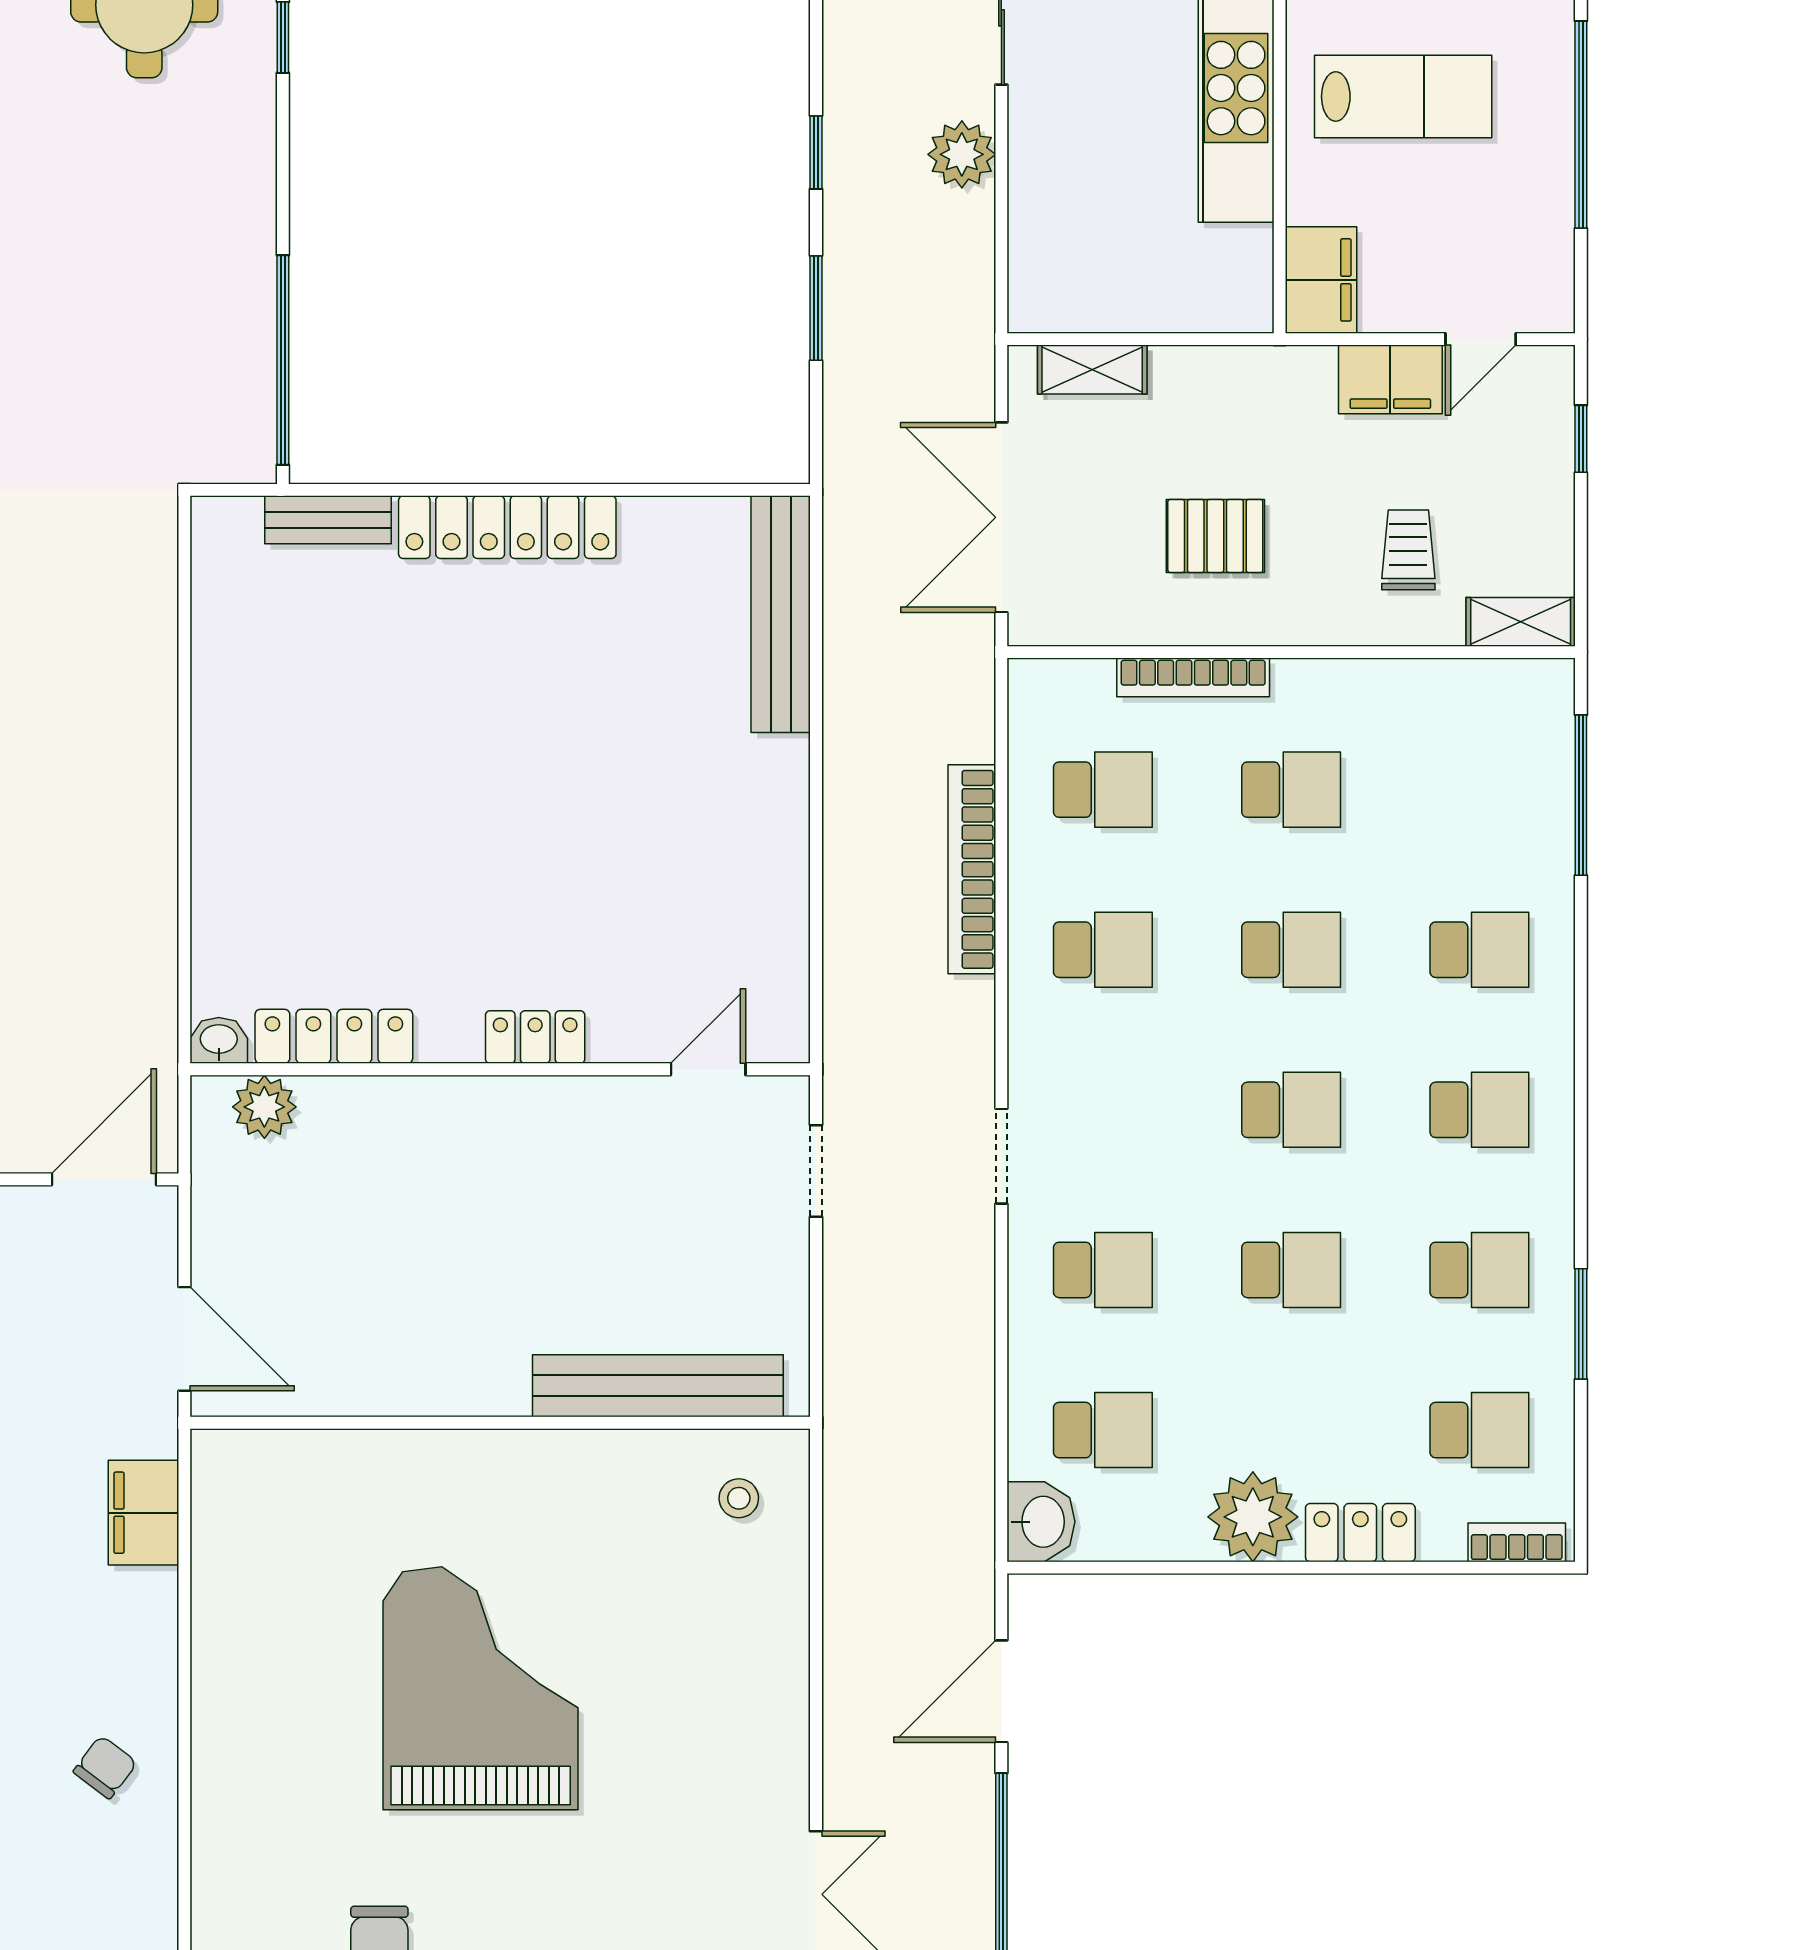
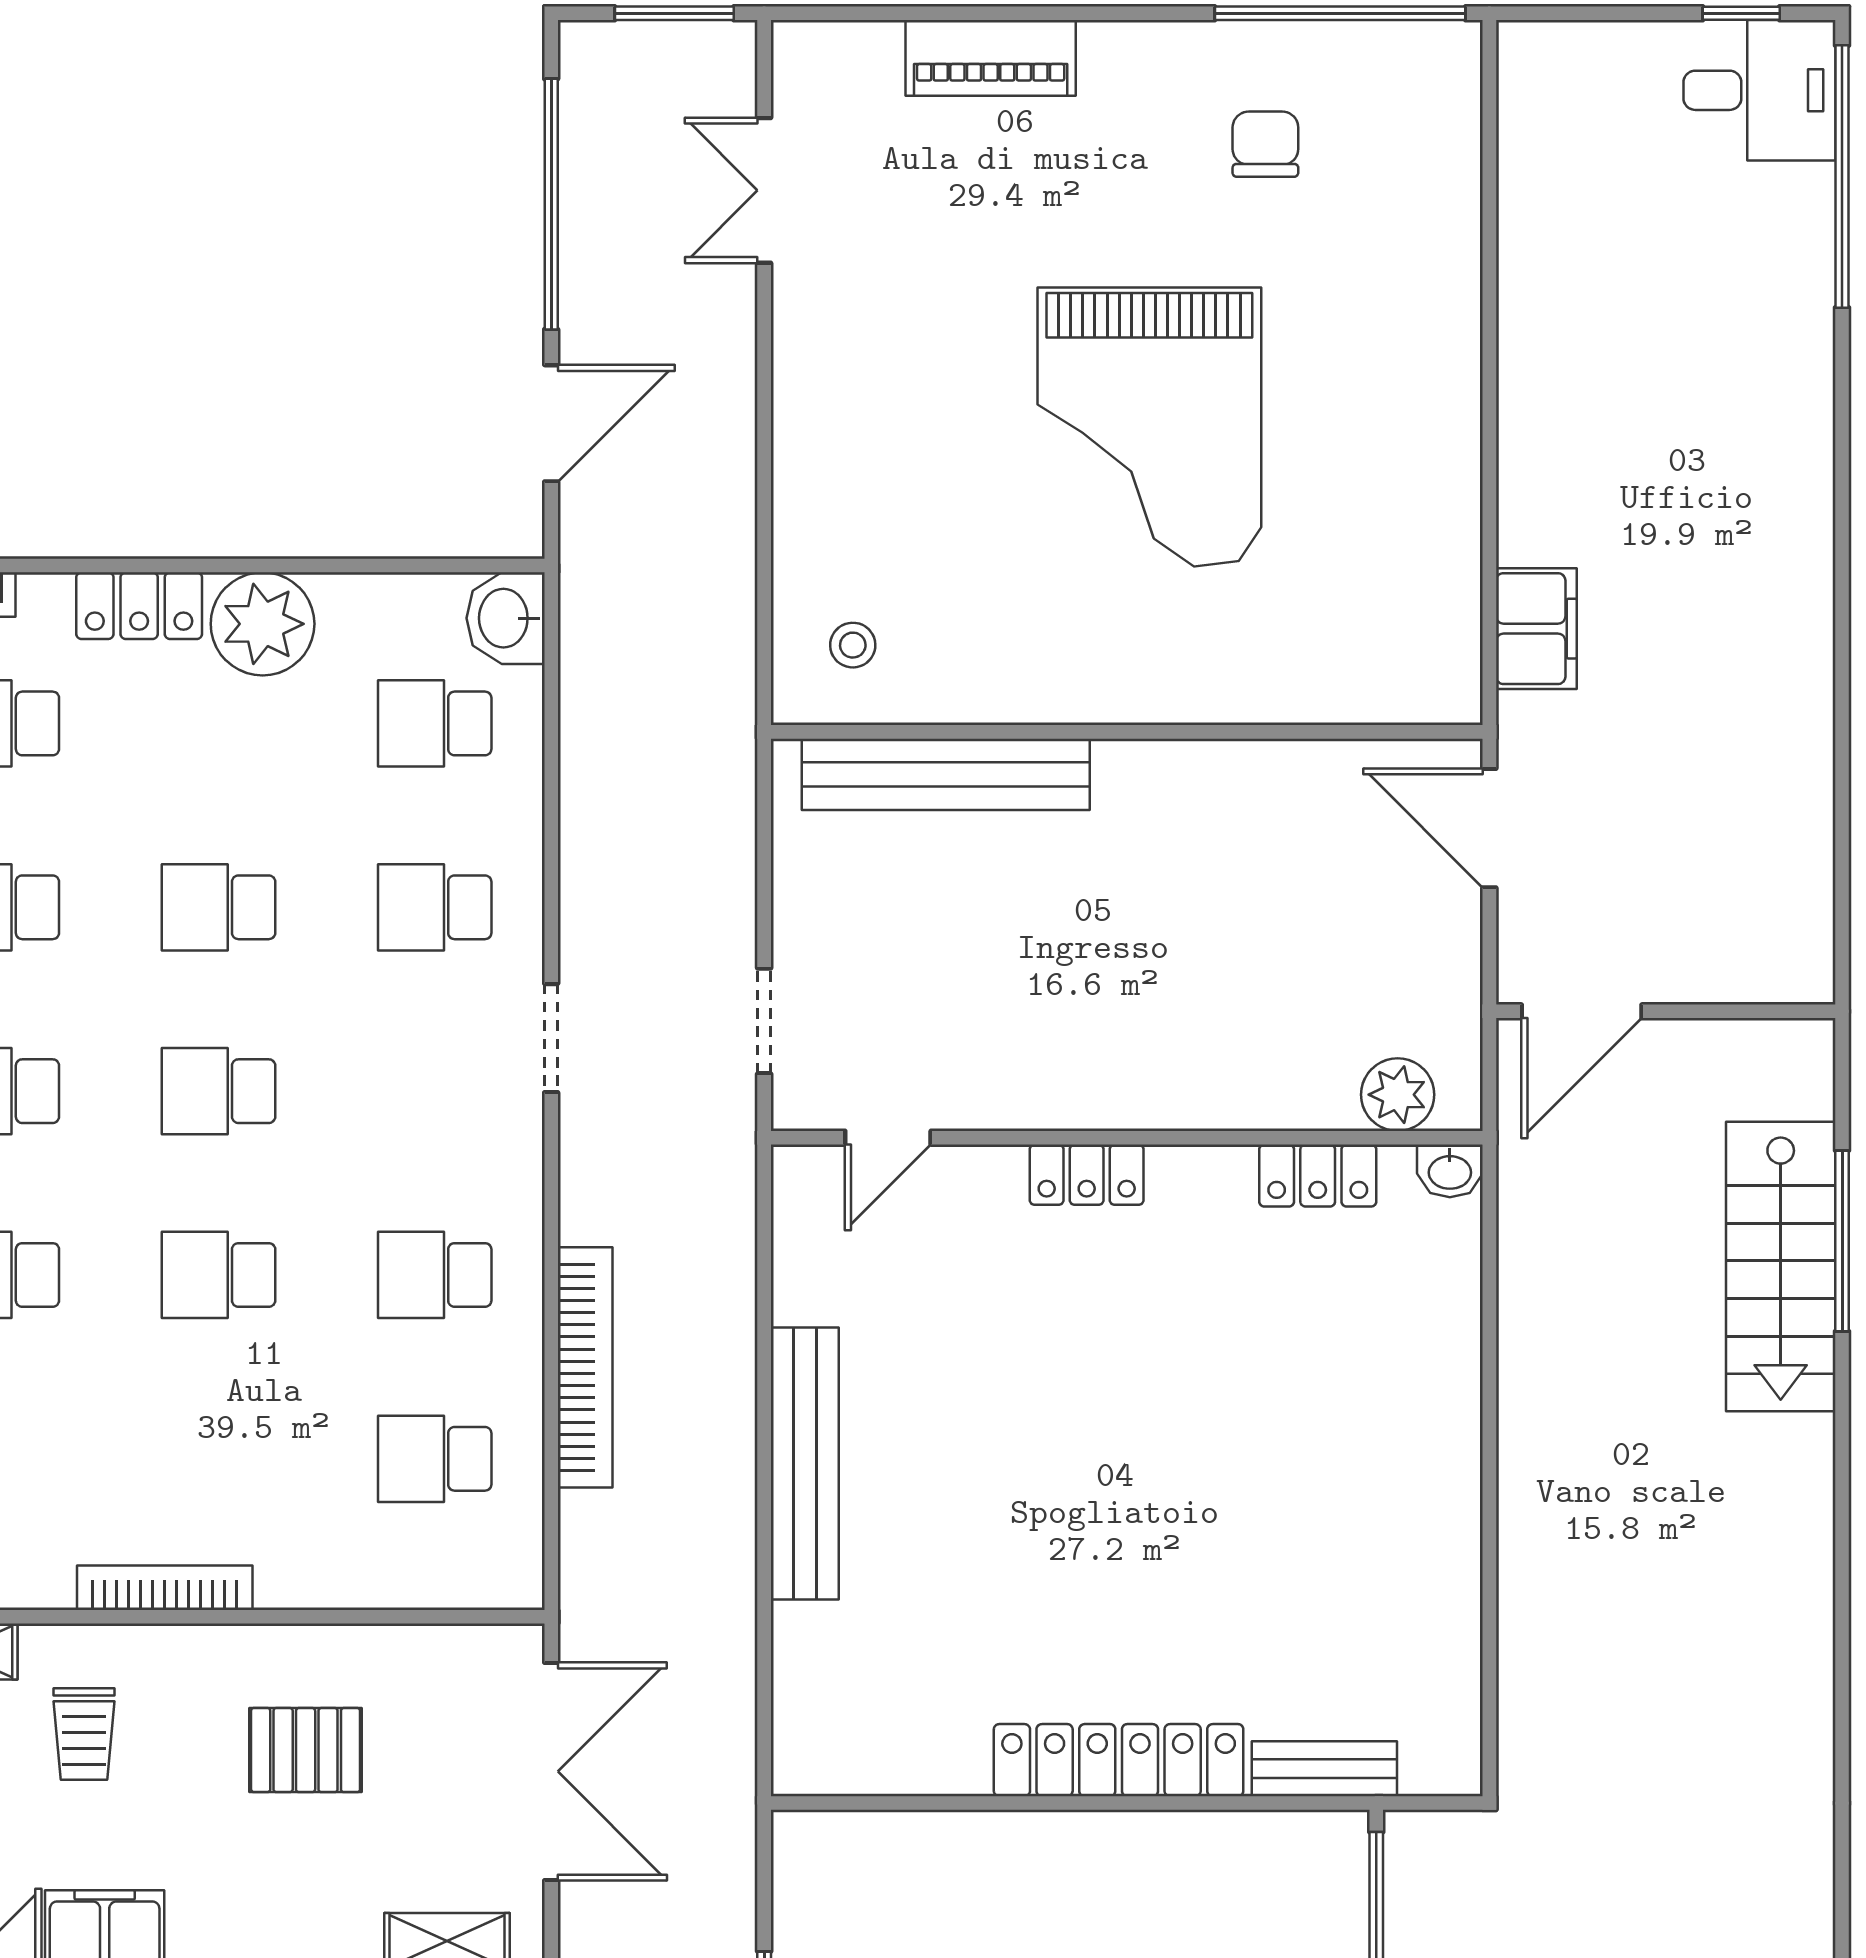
bench: (781, 614) -> (805, 1464), moved
bookcase: (1193, 677) -> (165, 1588), moved
school desk: (1291, 790) -> (219, 1459), removed
locker: (334, 1036) -> (1318, 1176), width x0.66
chair: (105, 1767) -> (1580, 336), removed

